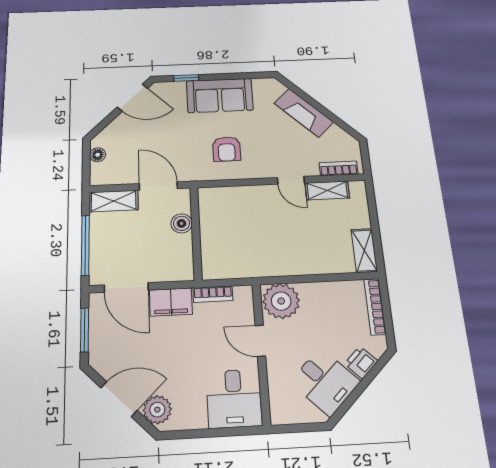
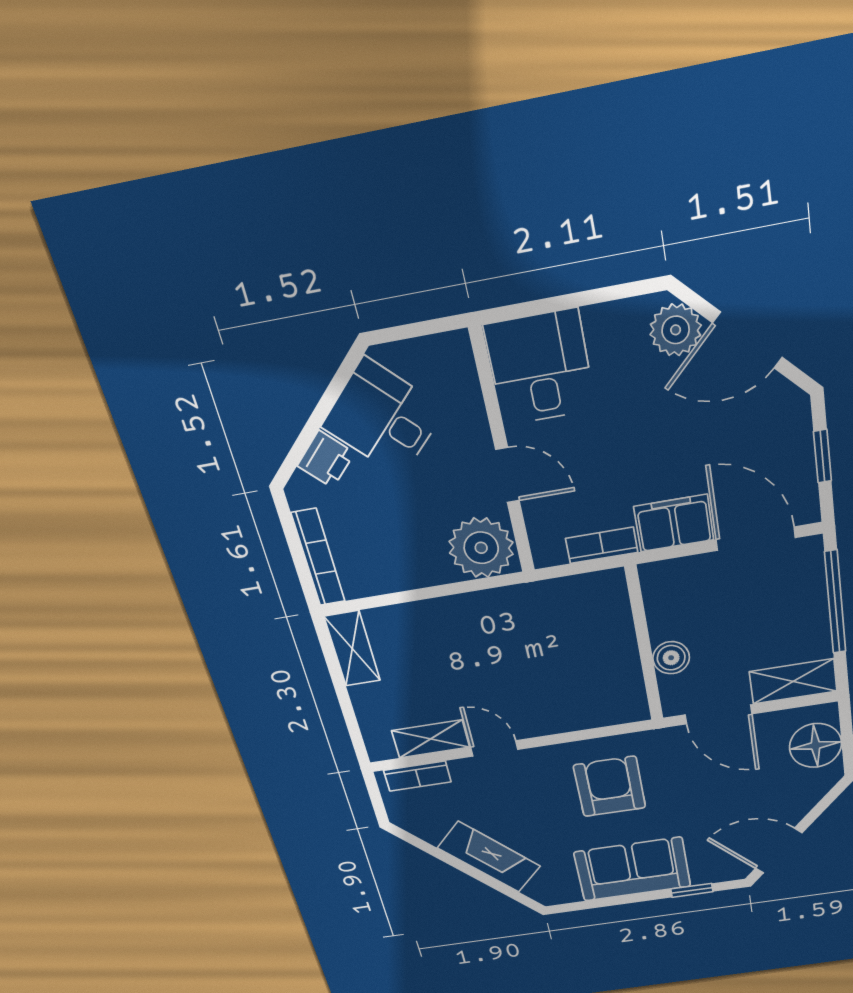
armchair: (227, 149) -> (610, 786), width x1.38, depth x1.38
floor lamp: (98, 155) -> (815, 745), width x1.89, depth x1.89
window: (85, 330) -> (822, 456), width x0.67

